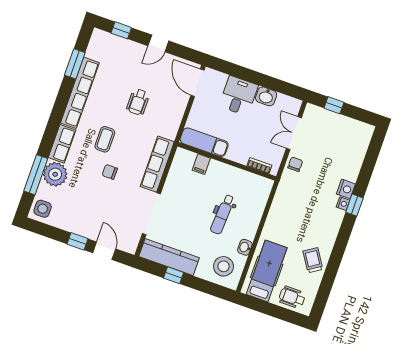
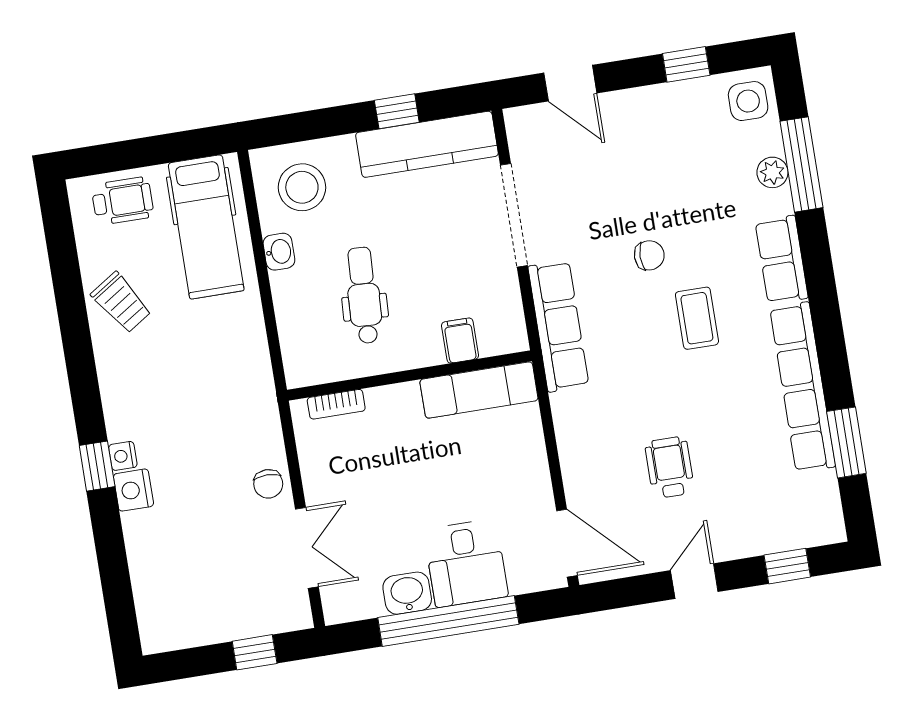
window: (257, 78) -> (448, 621), added
wheelchair: (138, 102) -> (670, 467), moved
exam couch: (204, 142) -> (479, 390), moved
wall: (227, 161) -> (409, 376), moved
filing cabinet: (201, 164) -> (460, 341), moved
bookcase: (259, 166) -> (336, 404), moved
plant: (55, 174) -> (772, 172), width x0.53, depth x0.53
window: (77, 241) -> (686, 64), moved

